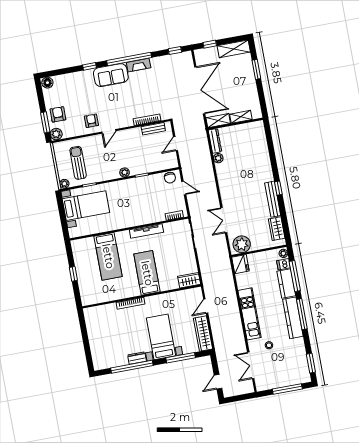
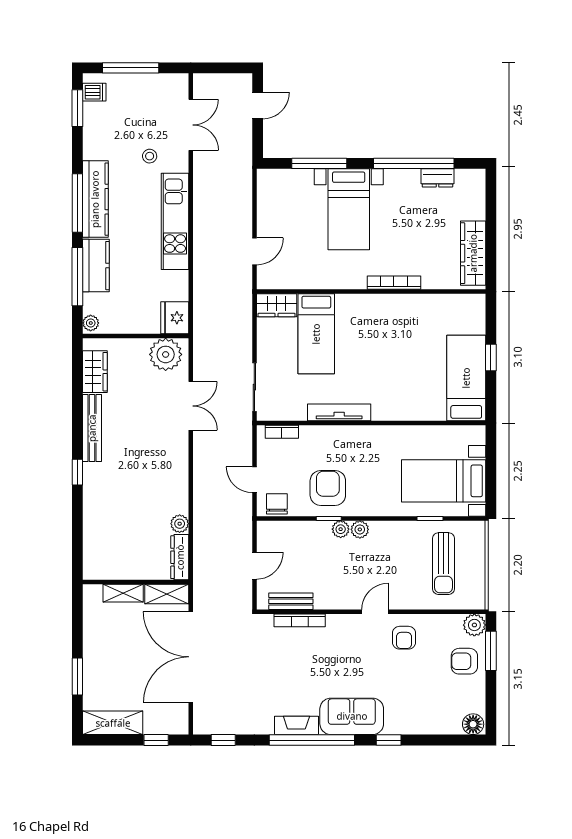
armchair: (58, 114) -> (464, 661), turned 90
plant: (64, 184) -> (341, 529), moved
window: (278, 188) -> (77, 472), moved
armchair: (145, 191) -> (328, 488), added
bed: (108, 256) -> (466, 378), moved
dishwasher: (284, 264) -> (94, 92), moved
bed: (147, 273) -> (316, 334), moved
wardrobe: (203, 334) -> (473, 253), moved, turned 180
dresser: (137, 358) -> (437, 178), moved

